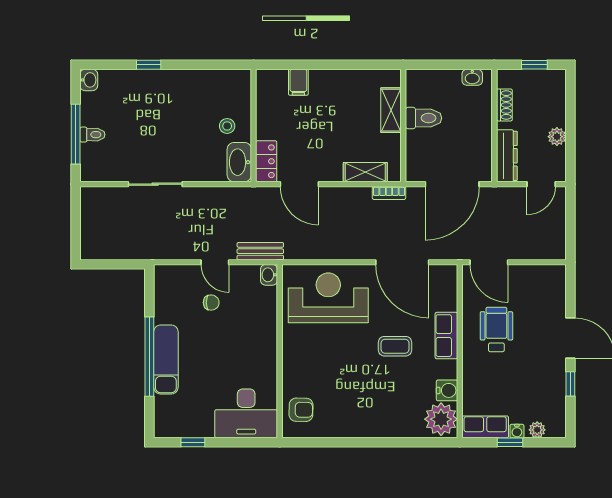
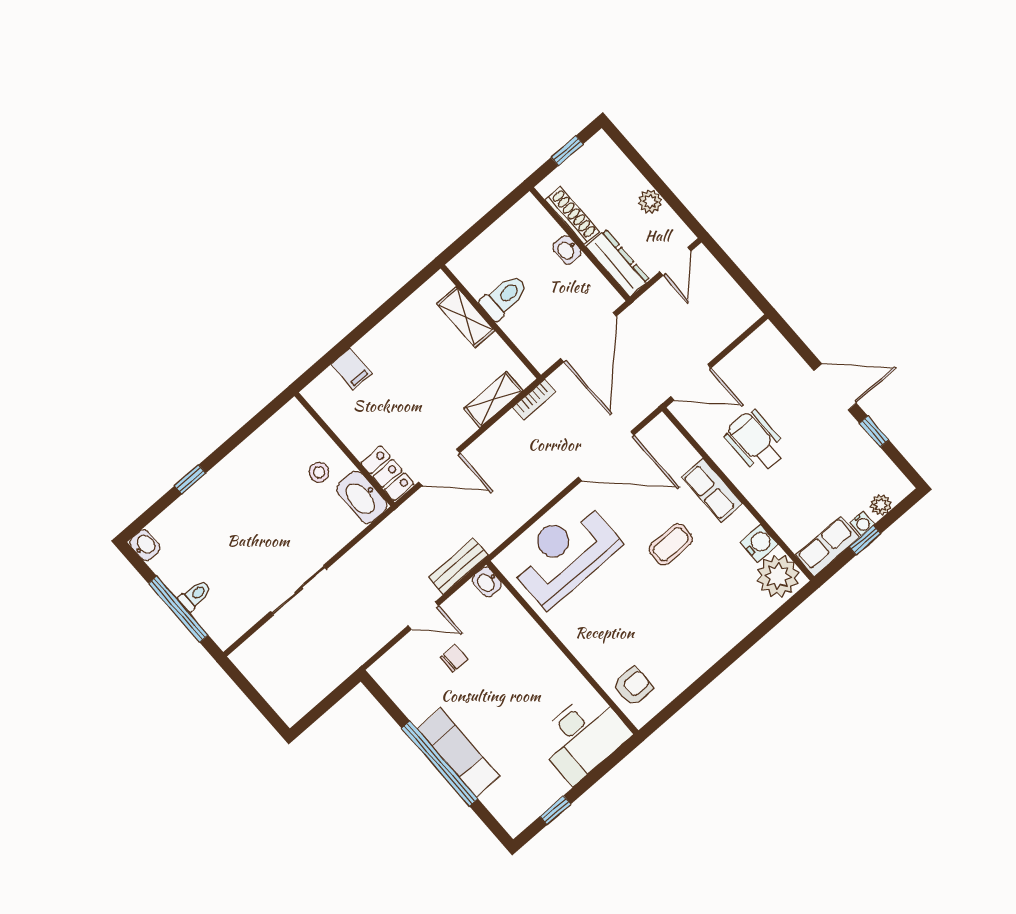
washbasin: (472, 77) -> (567, 250), moved, turned 90
shoe rack: (504, 105) -> (572, 215), width x1.43

